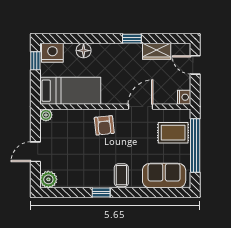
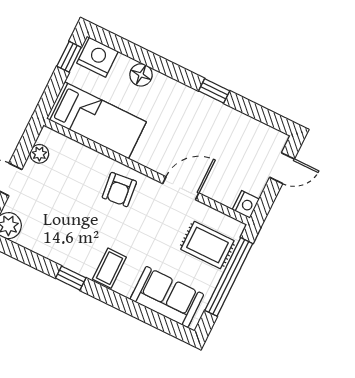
wardrobe: (157, 51) -> (239, 124), removed
door: (195, 65) -> (282, 168), swing flipped
plant: (46, 115) -> (39, 154), moved

